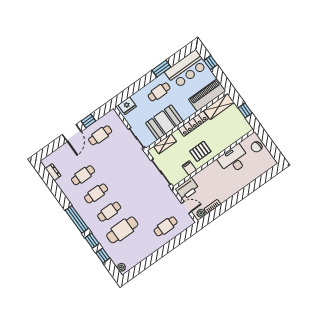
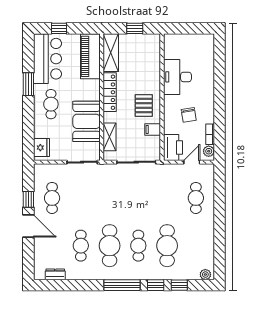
chair: (256, 147) -> (189, 115), moved
cafe table: (96, 193) -> (110, 246), width x1.37, depth x1.35

